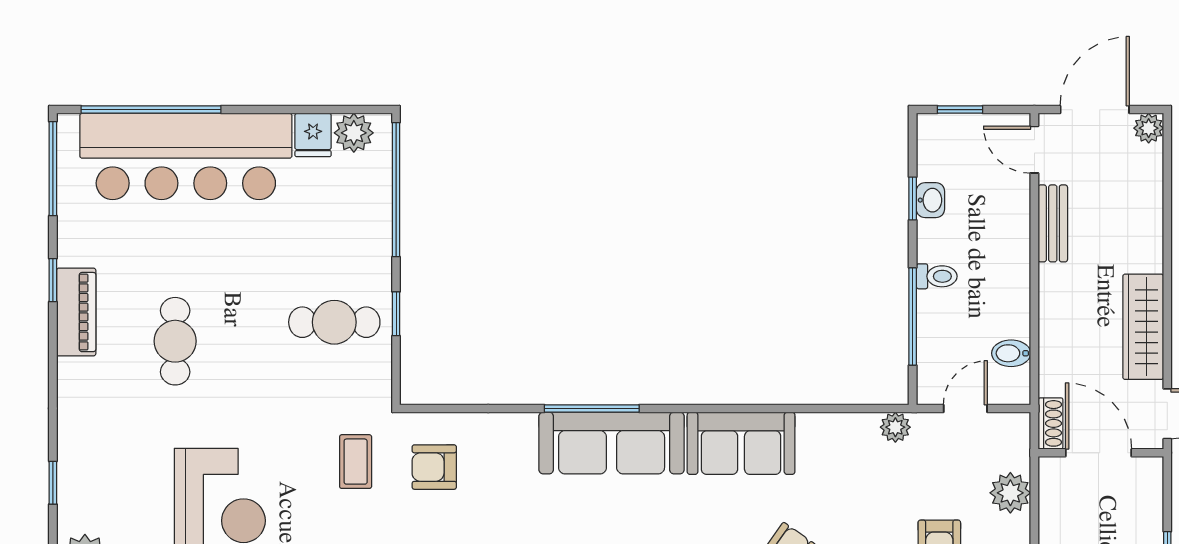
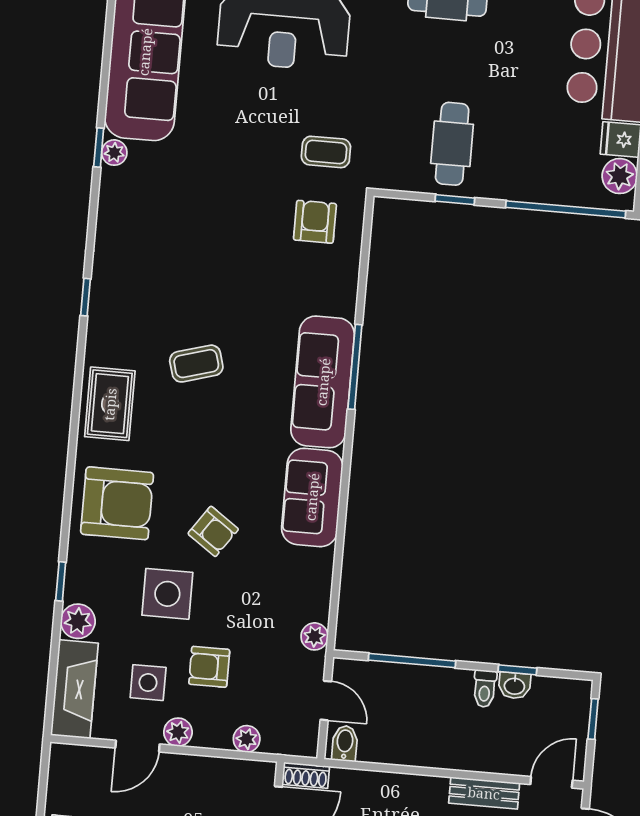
toilet: (937, 276) -> (485, 689), moved
bidet: (1011, 353) -> (345, 743), moved
plant: (1010, 493) -> (247, 739), width x0.73, depth x0.73

